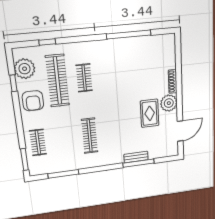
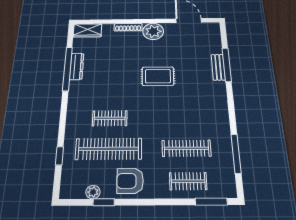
dresser: (131, 42) -> (77, 66), added
wardrobe: (169, 46) -> (87, 30), added
plant: (25, 69) -> (93, 192), width x0.53, depth x0.53
armchair: (33, 101) -> (130, 181), turned 180
rug: (150, 113) -> (158, 76), moved
clothes rail: (90, 136) -> (186, 148), moved

